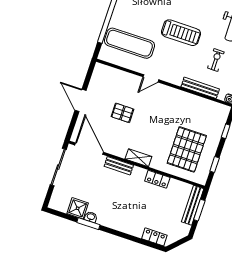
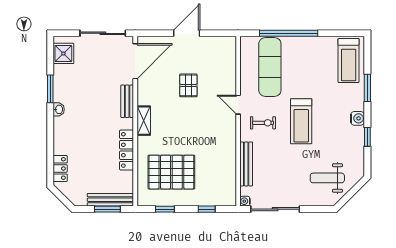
exercise bike: (216, 60) -> (263, 123), moved
locker: (157, 179) -> (127, 150), width x1.53
shower: (78, 208) -> (63, 53), moved
washbasin: (91, 217) -> (59, 109), moved

